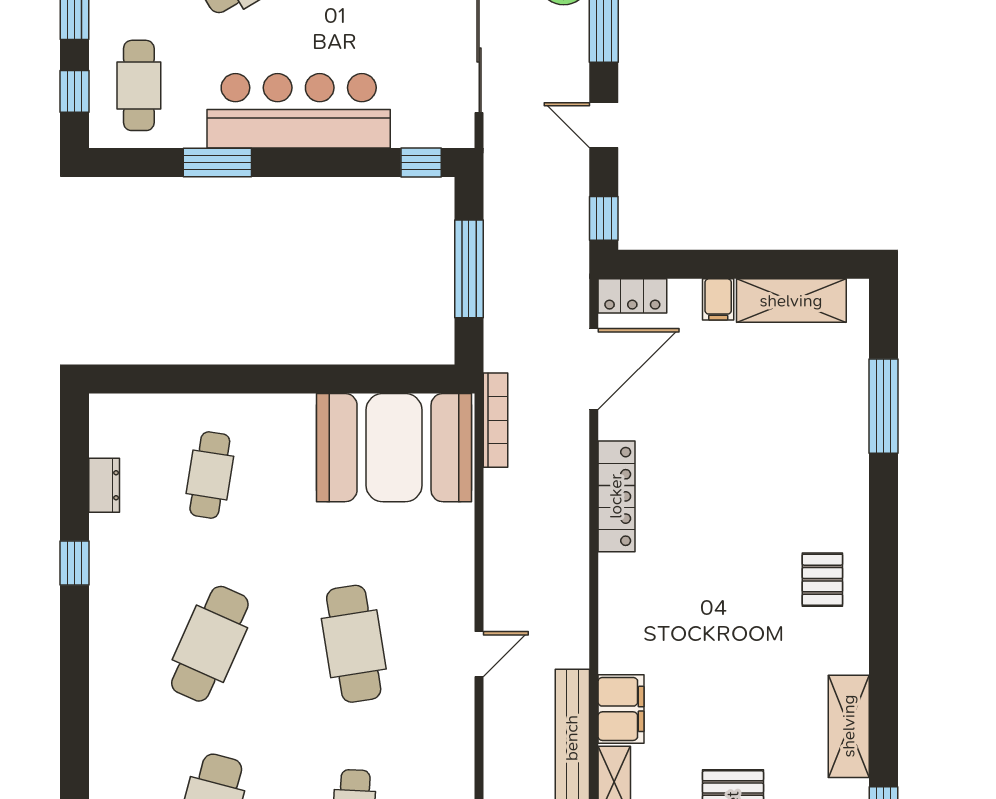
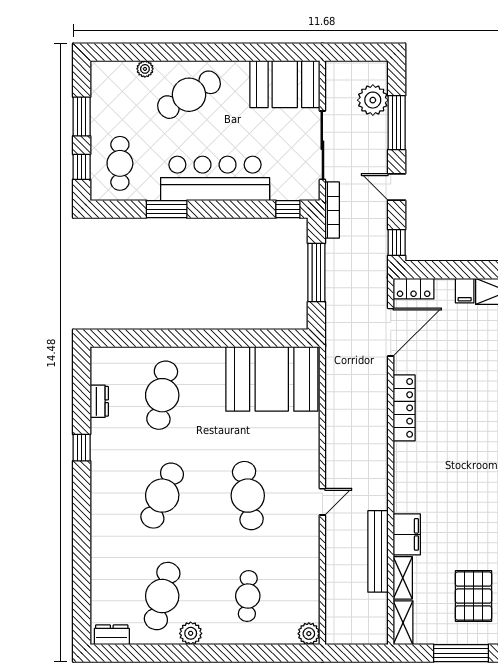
bookcase: (495, 420) -> (332, 210), moved
cafe table: (210, 475) -> (162, 395), width x1.37, depth x1.35

